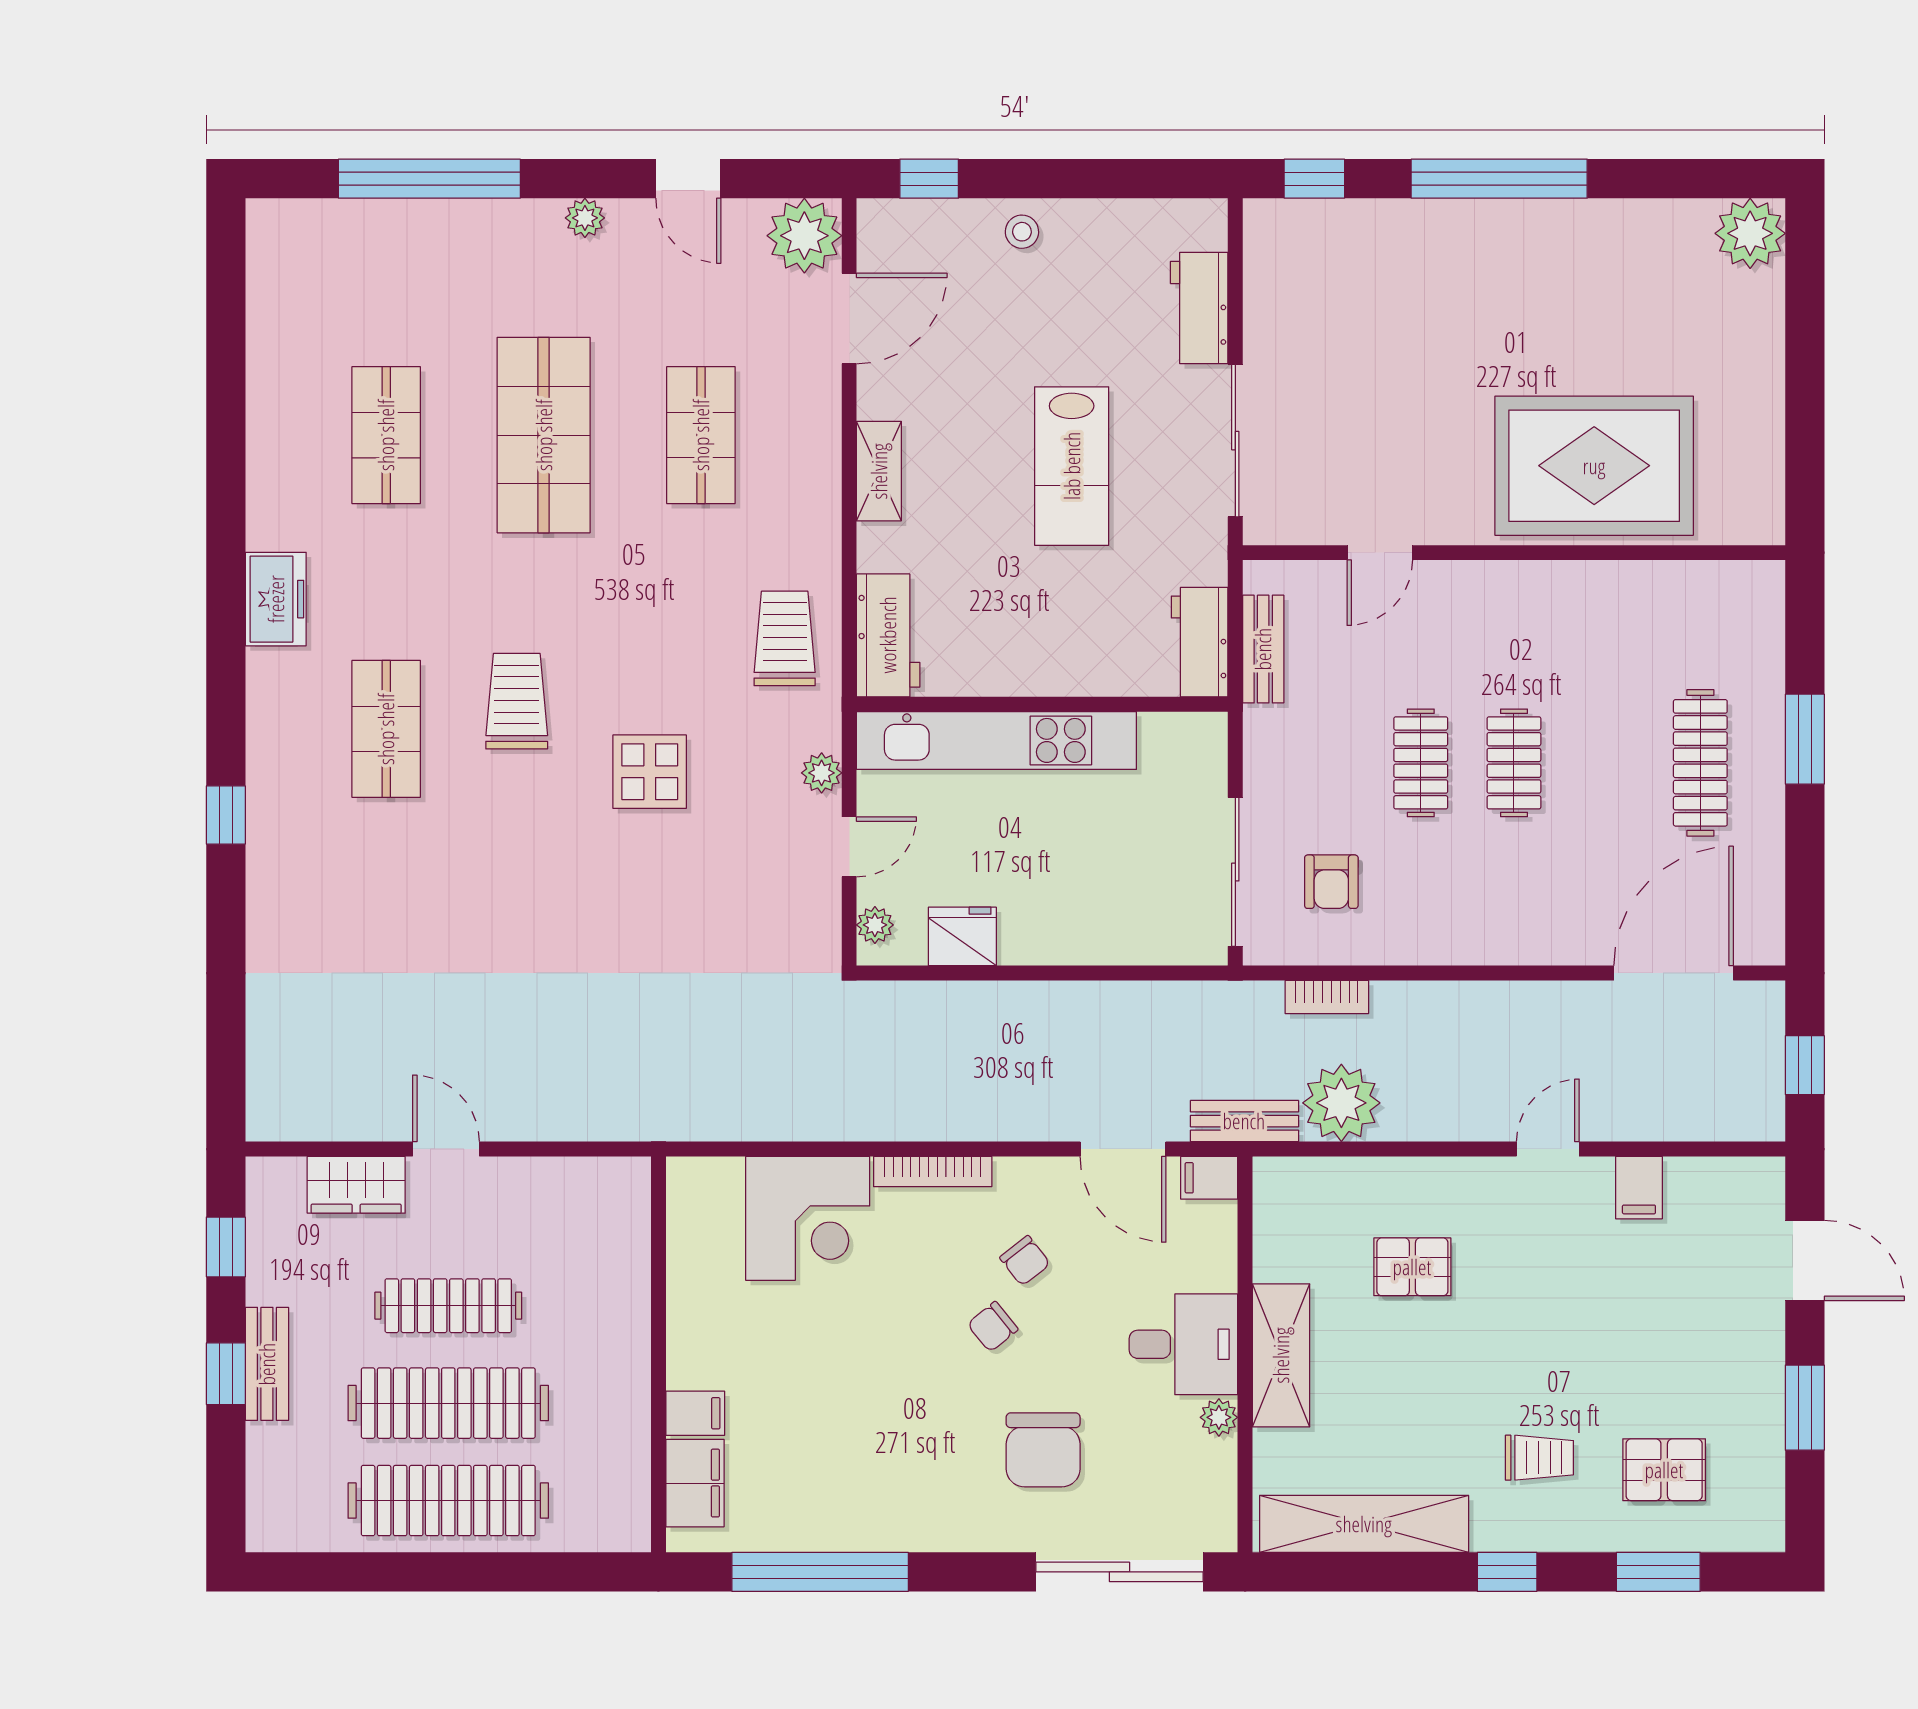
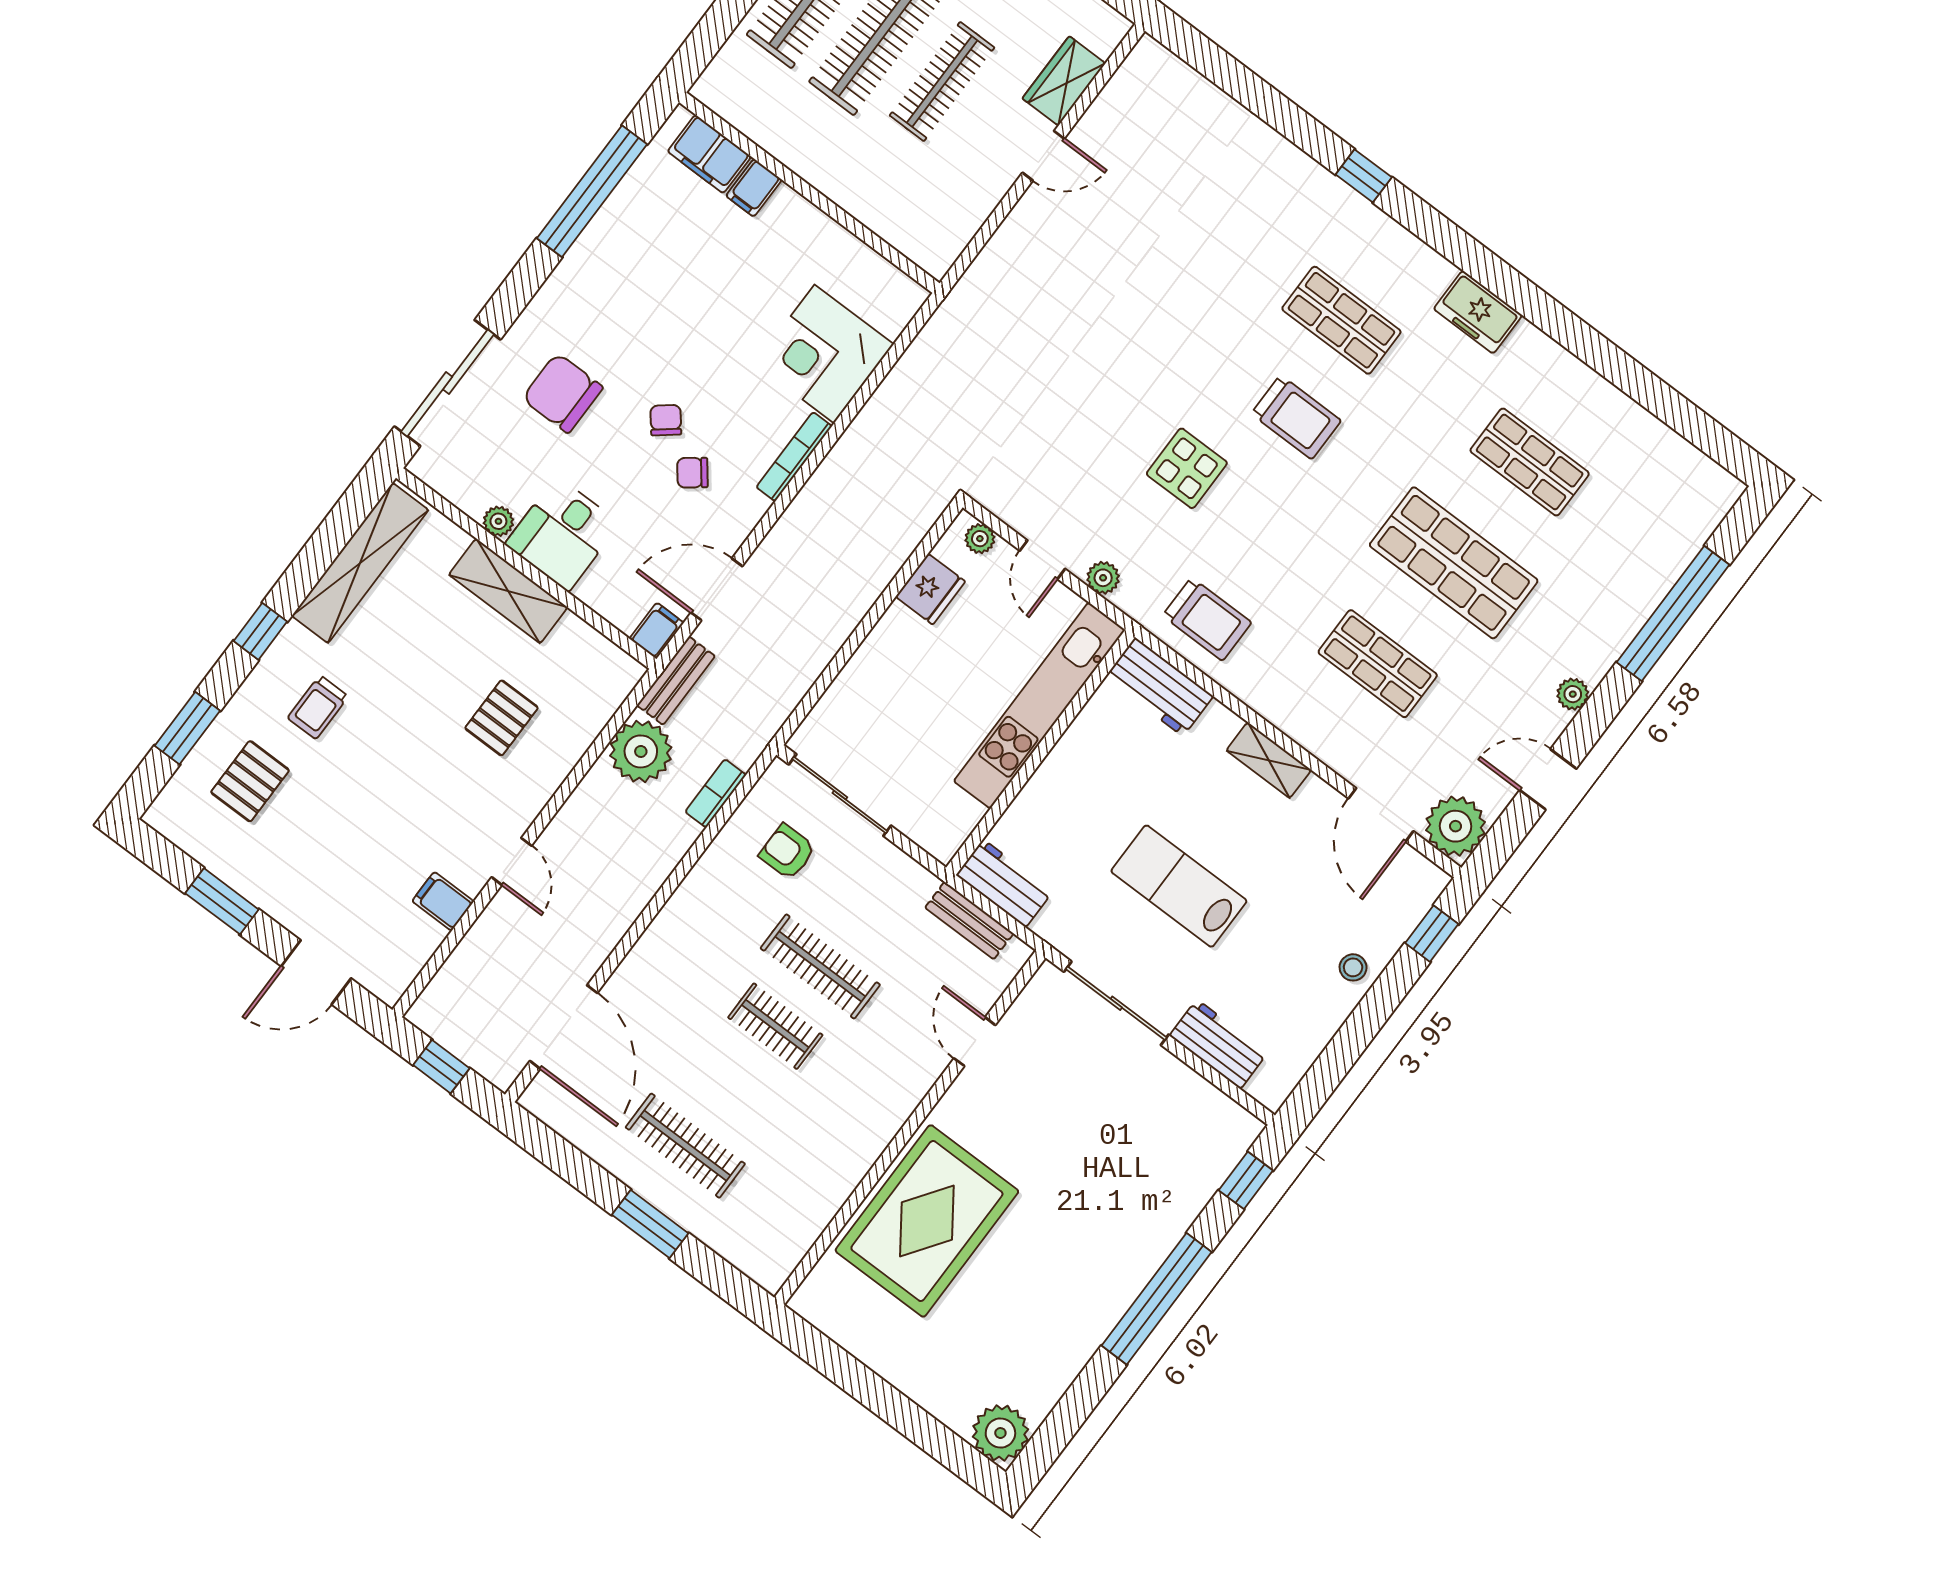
clothes rail: (1421, 763) -> (820, 967), width x1.36

